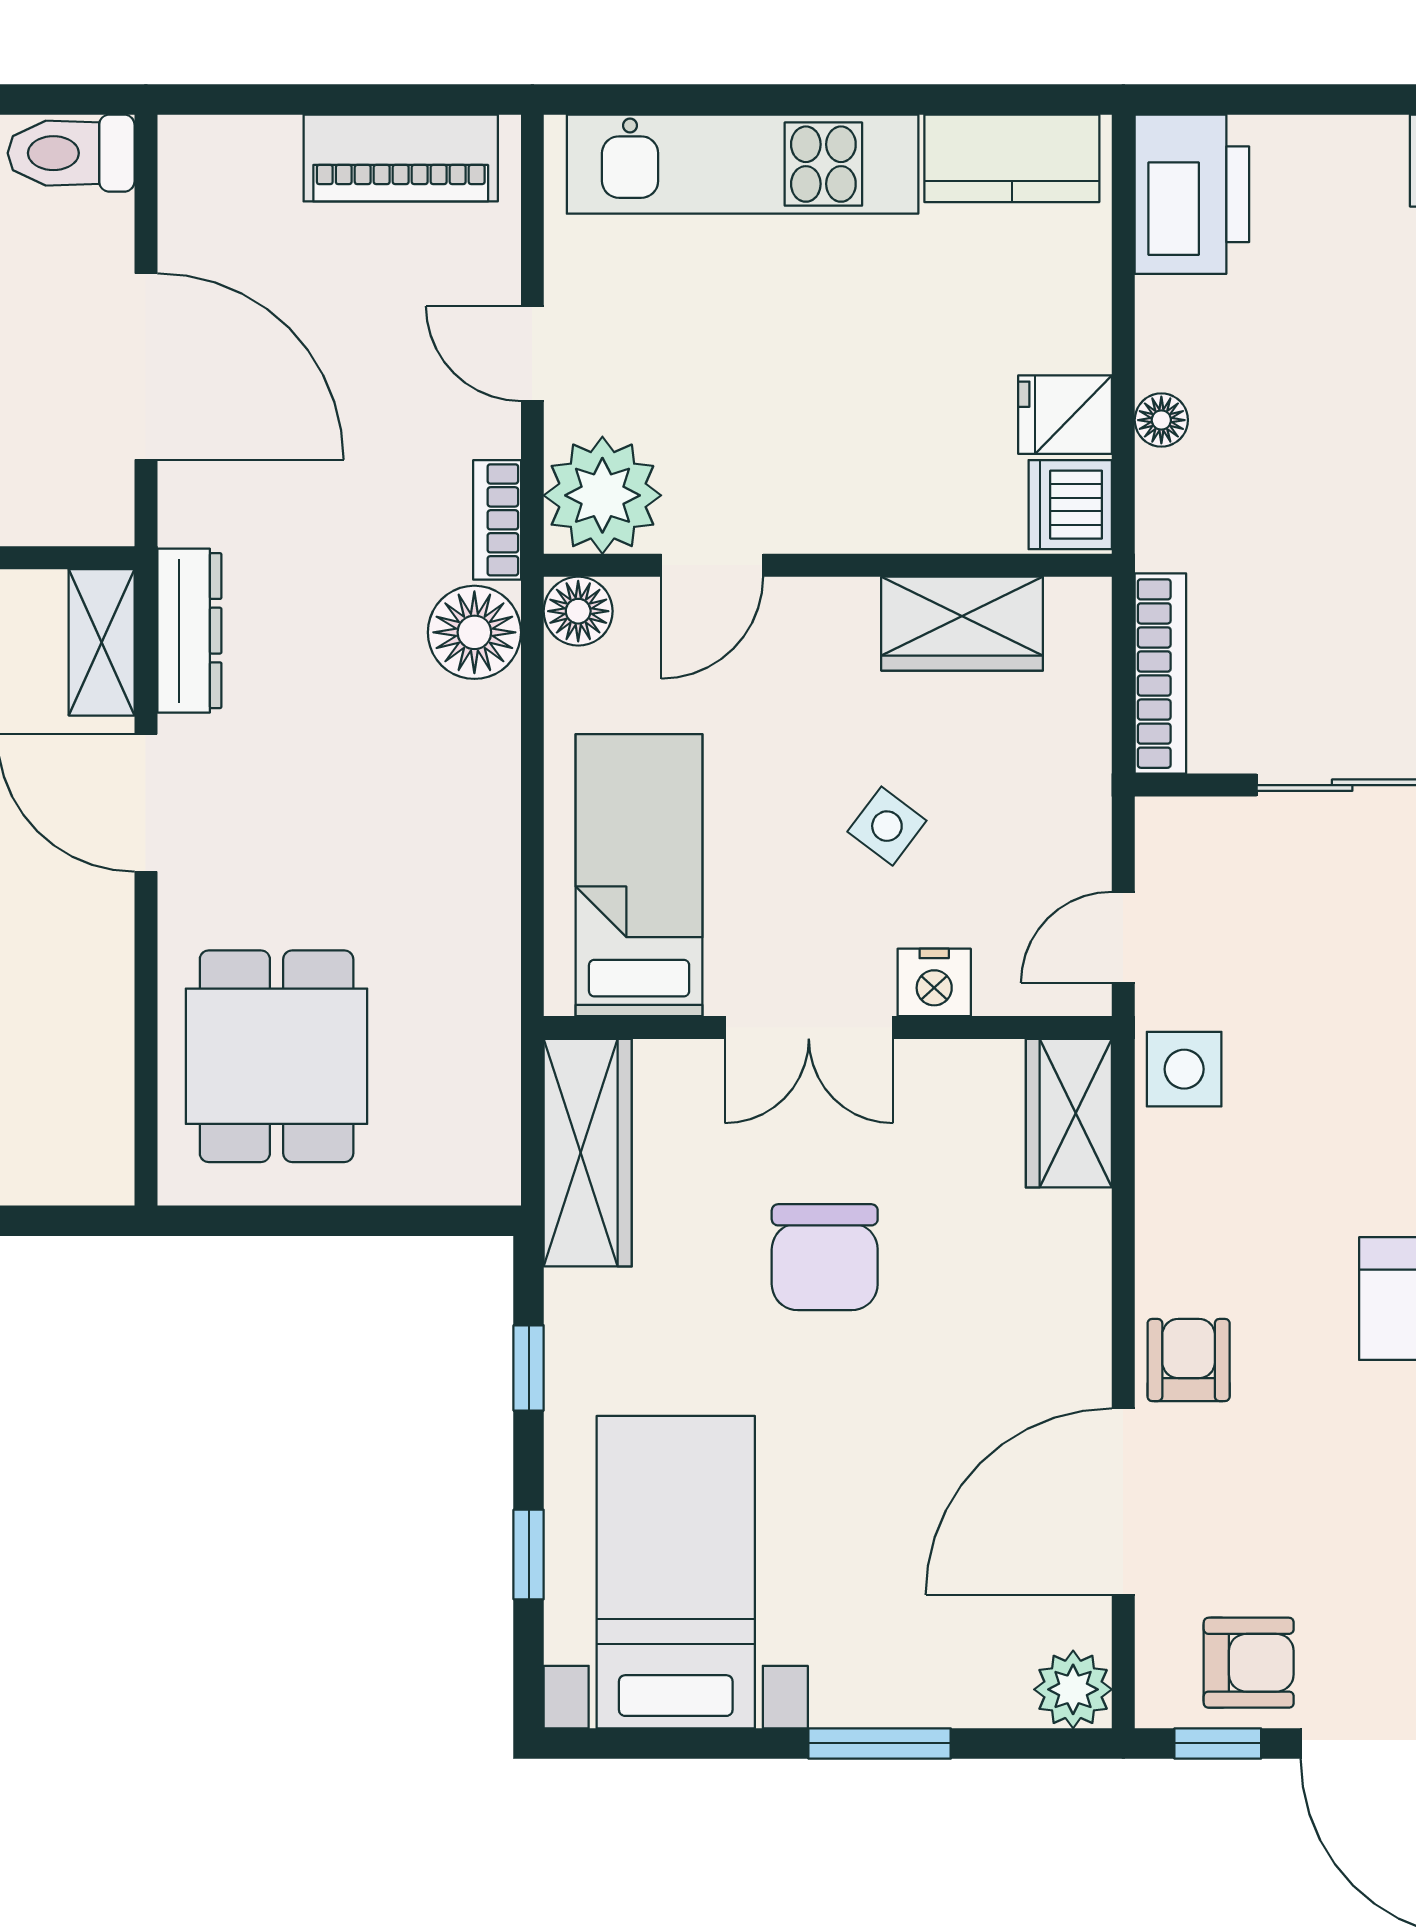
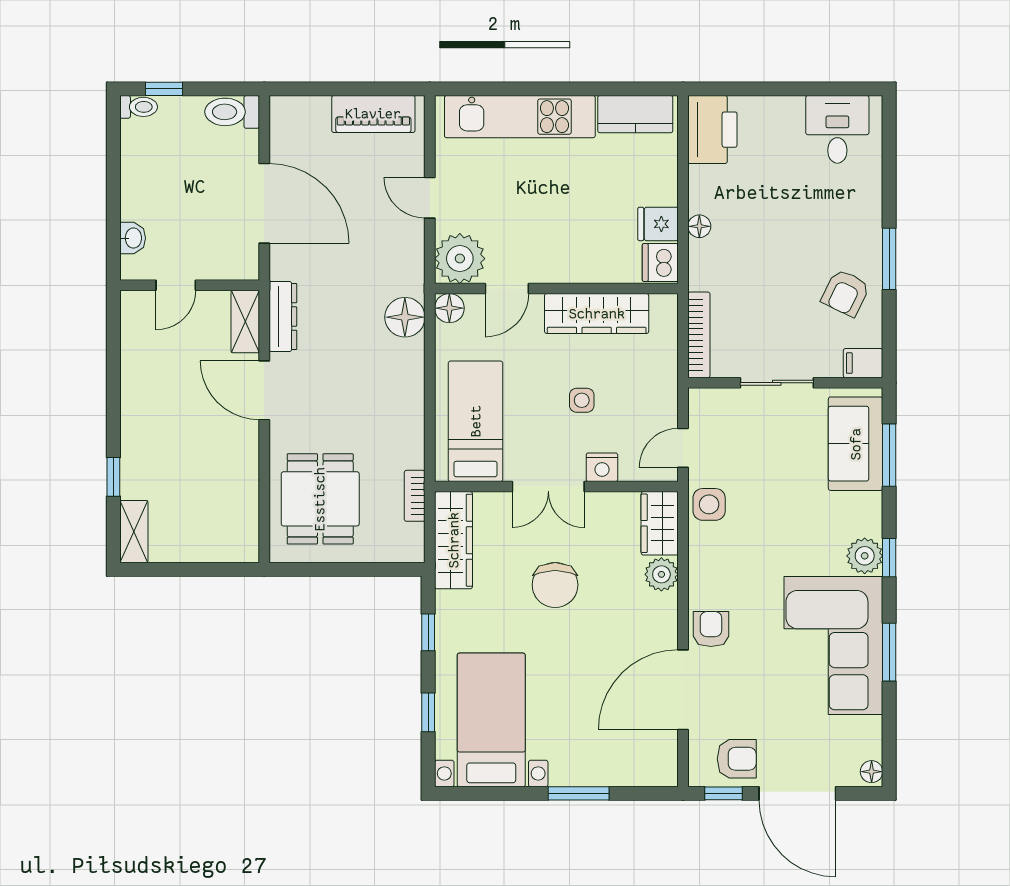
bookcase: (497, 520) -> (415, 496), moved
wardrobe: (962, 624) -> (597, 314), width x1.50
side table: (887, 826) -> (582, 400), turned -37
plant: (1073, 1689) -> (661, 574), moved

